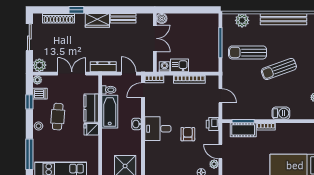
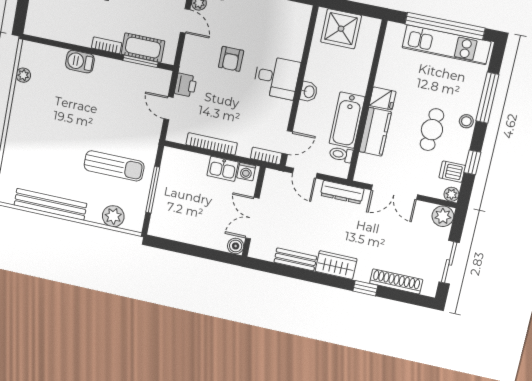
sun lounger: (279, 69) -> (71, 130), removed
printer: (213, 124) -> (186, 85), moved
window: (29, 154) -> (487, 98), moved

